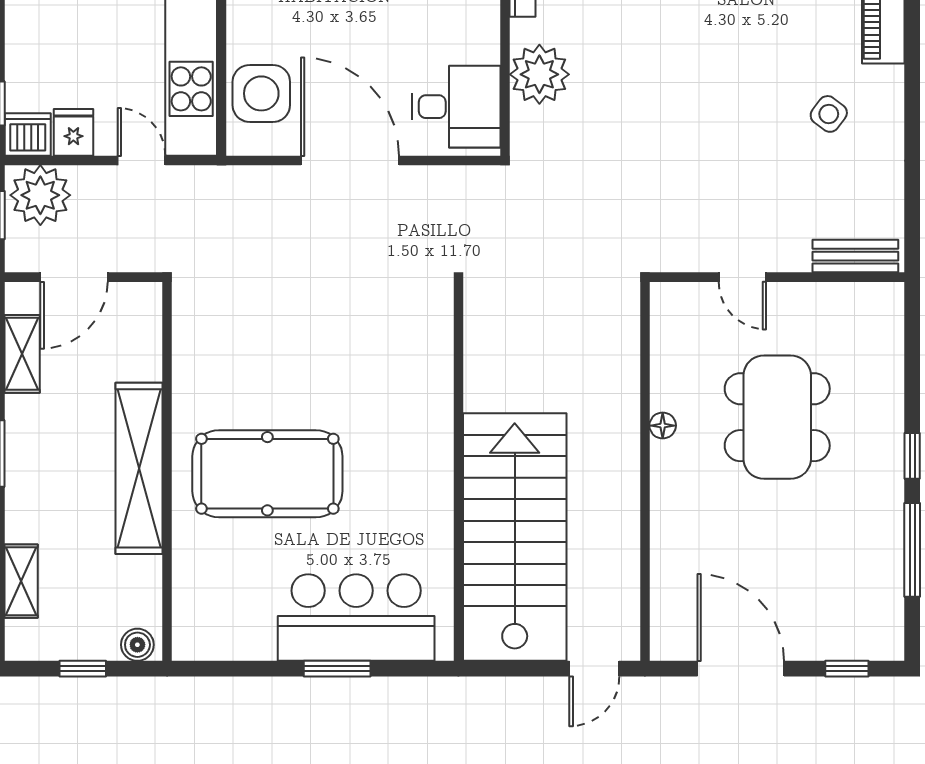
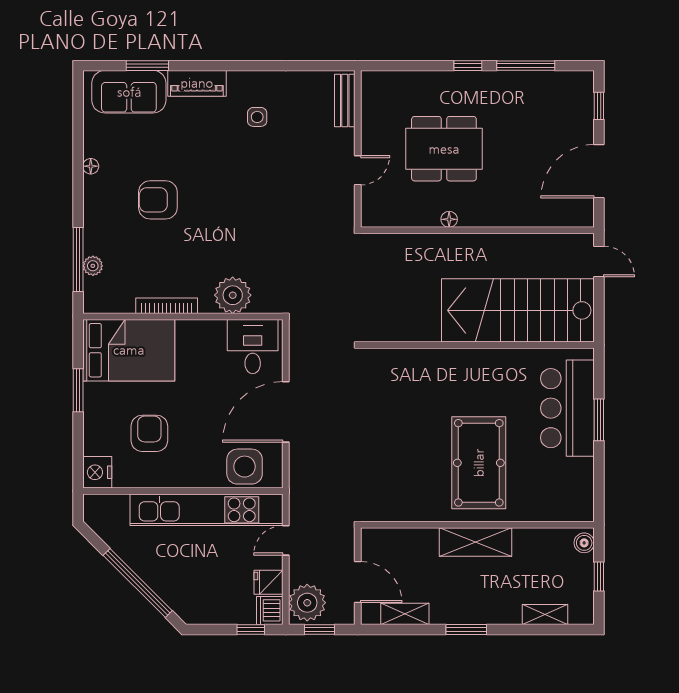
side table: (829, 114) -> (257, 117), turned -37
shelving: (139, 468) -> (476, 542), width x0.68

